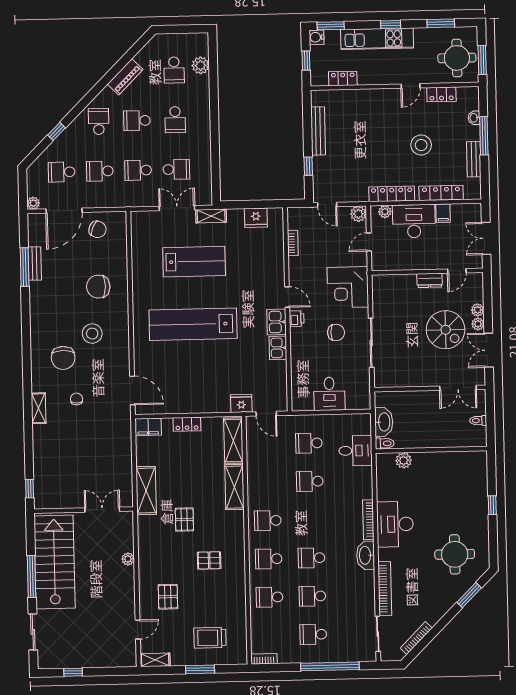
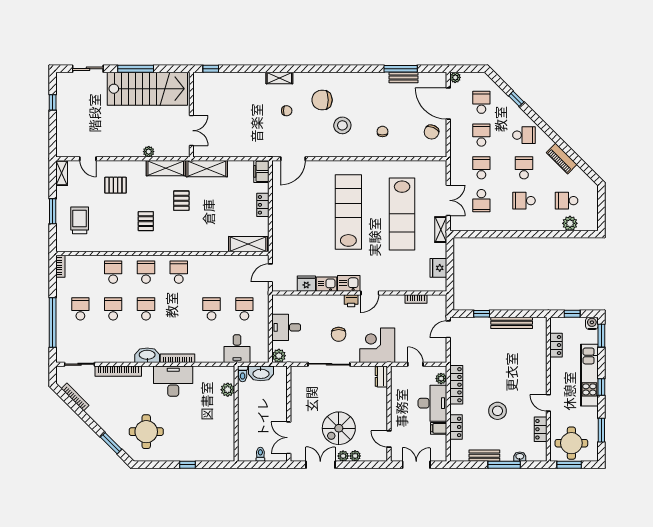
locker: (441, 193) -> (456, 427), width x0.66
plant: (358, 214) -> (279, 356), moved
lab bench: (194, 262) -> (402, 214), width x1.36
dresser: (430, 280) -> (381, 377), moved
chair: (98, 287) -> (382, 131), width x0.54, depth x0.54
fridge: (241, 403) -> (306, 284), moved, turned -90
shelving: (234, 487) -> (166, 168), moved
pallet: (184, 520) -> (181, 201), turned 90

